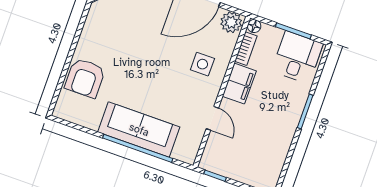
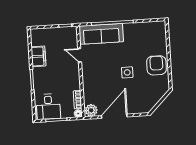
side table: (202, 64) -> (127, 72), moved
armchair: (85, 78) -> (156, 65), moved
filing cabinet: (239, 84) -> (38, 56), moved, turned 180
sofa: (139, 130) -> (101, 34), moved

